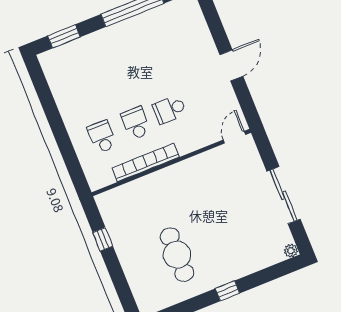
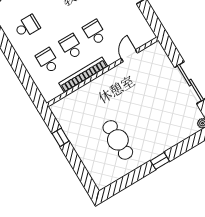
school desk: (82, 88) -> (27, 26), added
school desk: (169, 110) -> (95, 32), turned 90
door: (234, 137) -> (129, 56), moved

